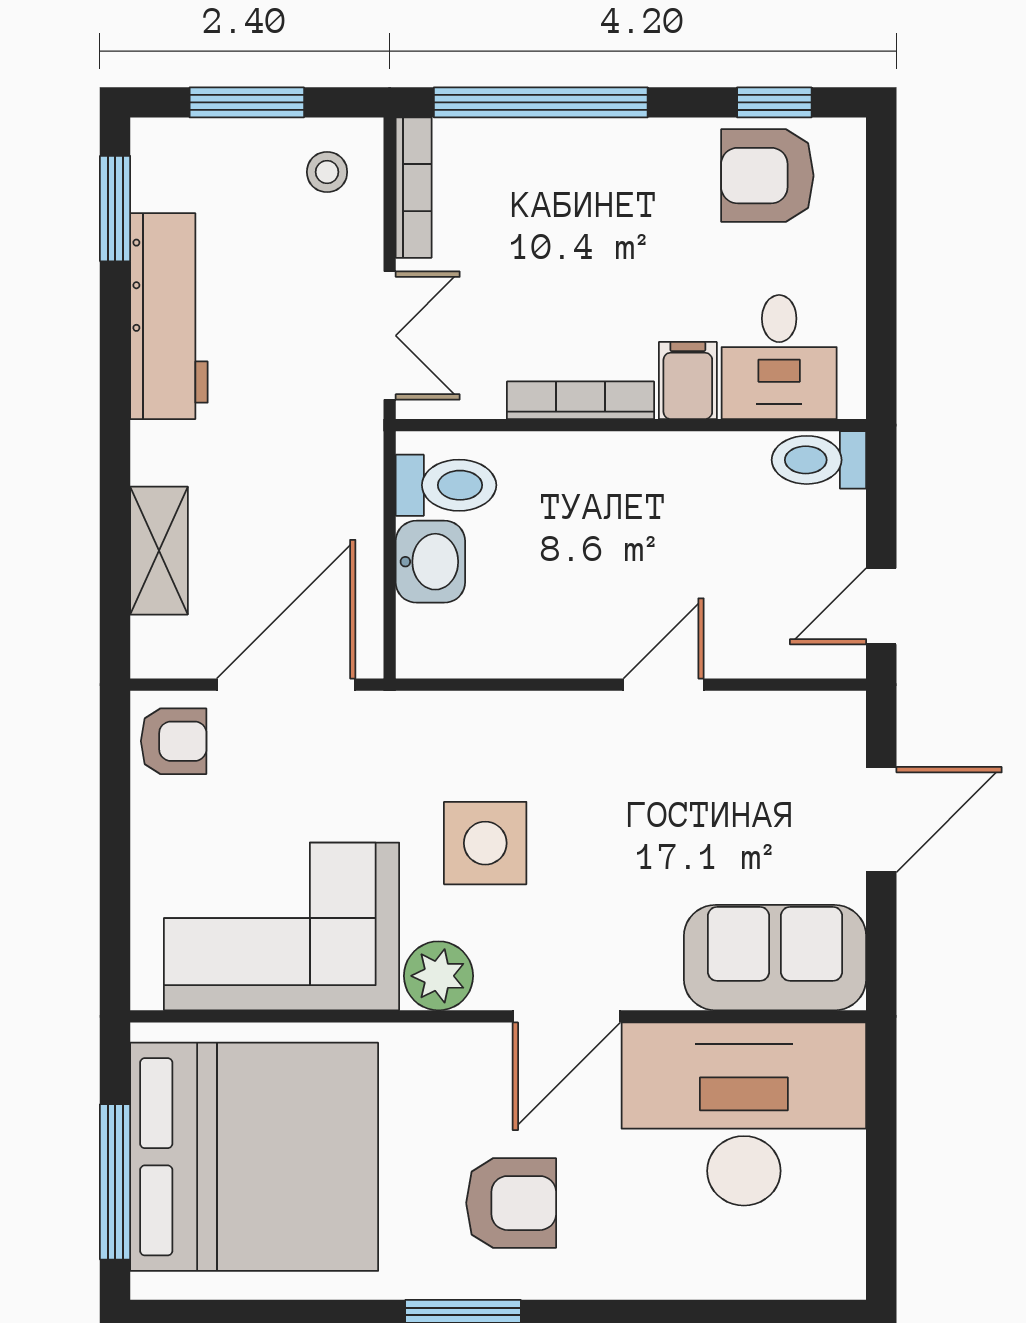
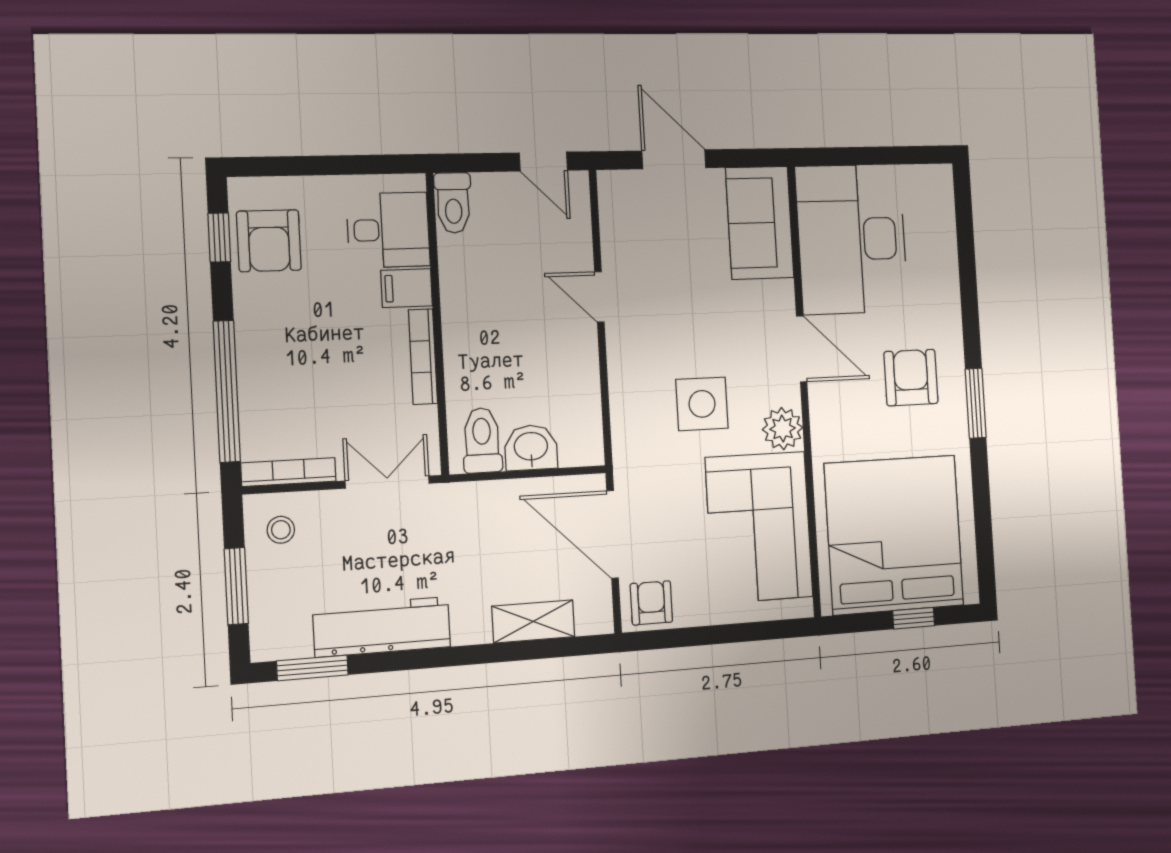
window: (115, 1182) -> (914, 618), width x0.46

